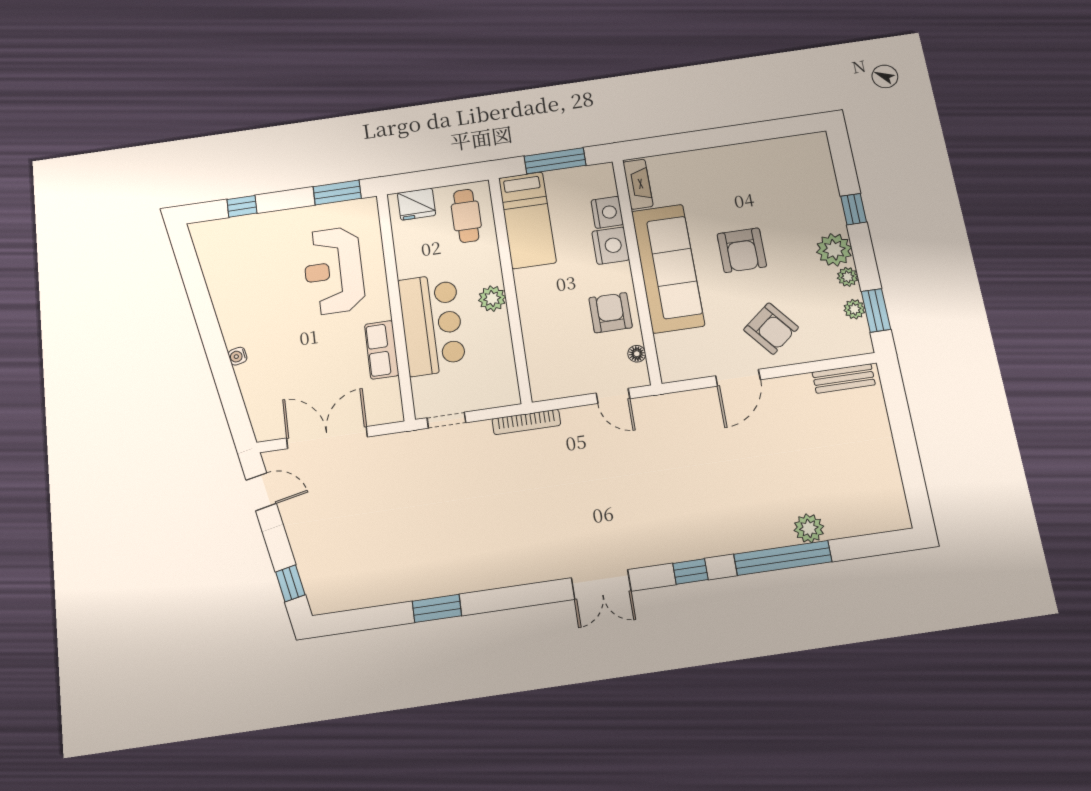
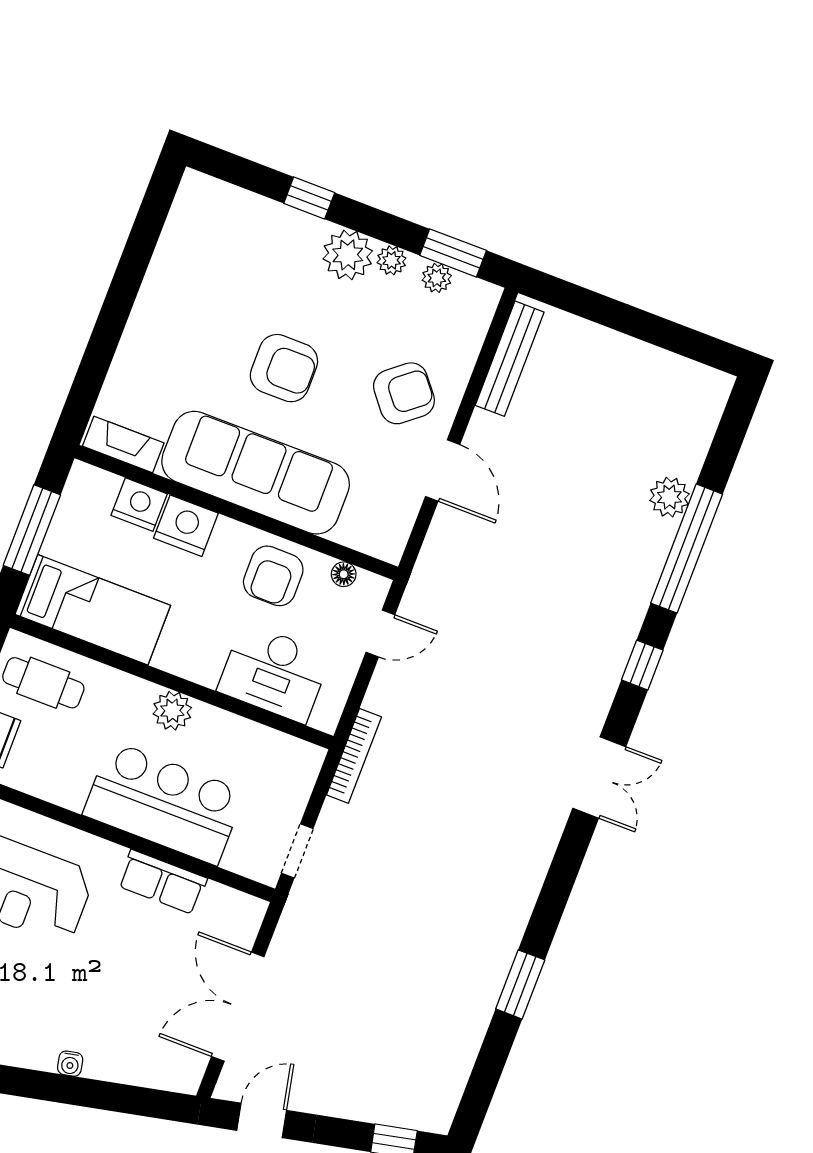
armchair: (611, 313) -> (273, 576), turned -90
desk: (551, 346) -> (274, 673), added
bench: (844, 378) -> (510, 359), width x1.36

